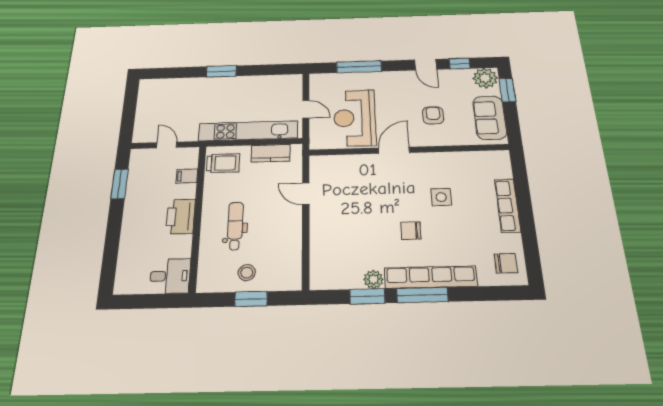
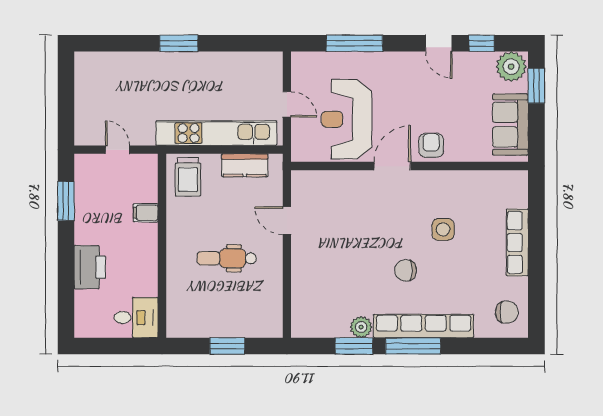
armchair: (433, 115) -> (431, 145), moved
trolley: (223, 163) -> (188, 177), turned 90
filing cabinet: (187, 176) -> (146, 213), moved
printer: (181, 217) -> (90, 267), moved, turned 180
dental chair: (235, 226) -> (227, 258), moved, turned -90
stool: (247, 273) -> (222, 316), removed

